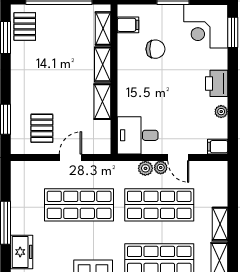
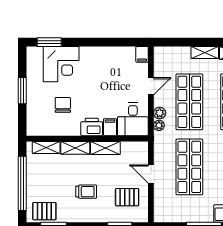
filing cabinet: (128, 25) -> (110, 127), moved
corner desk: (206, 26) -> (61, 64), moved
trolley: (49, 78) -> (86, 192), added
printer: (217, 83) -> (92, 127), moved, turned 180
plant: (221, 112) -> (114, 52), removed
plant: (161, 167) -> (159, 125), moved

